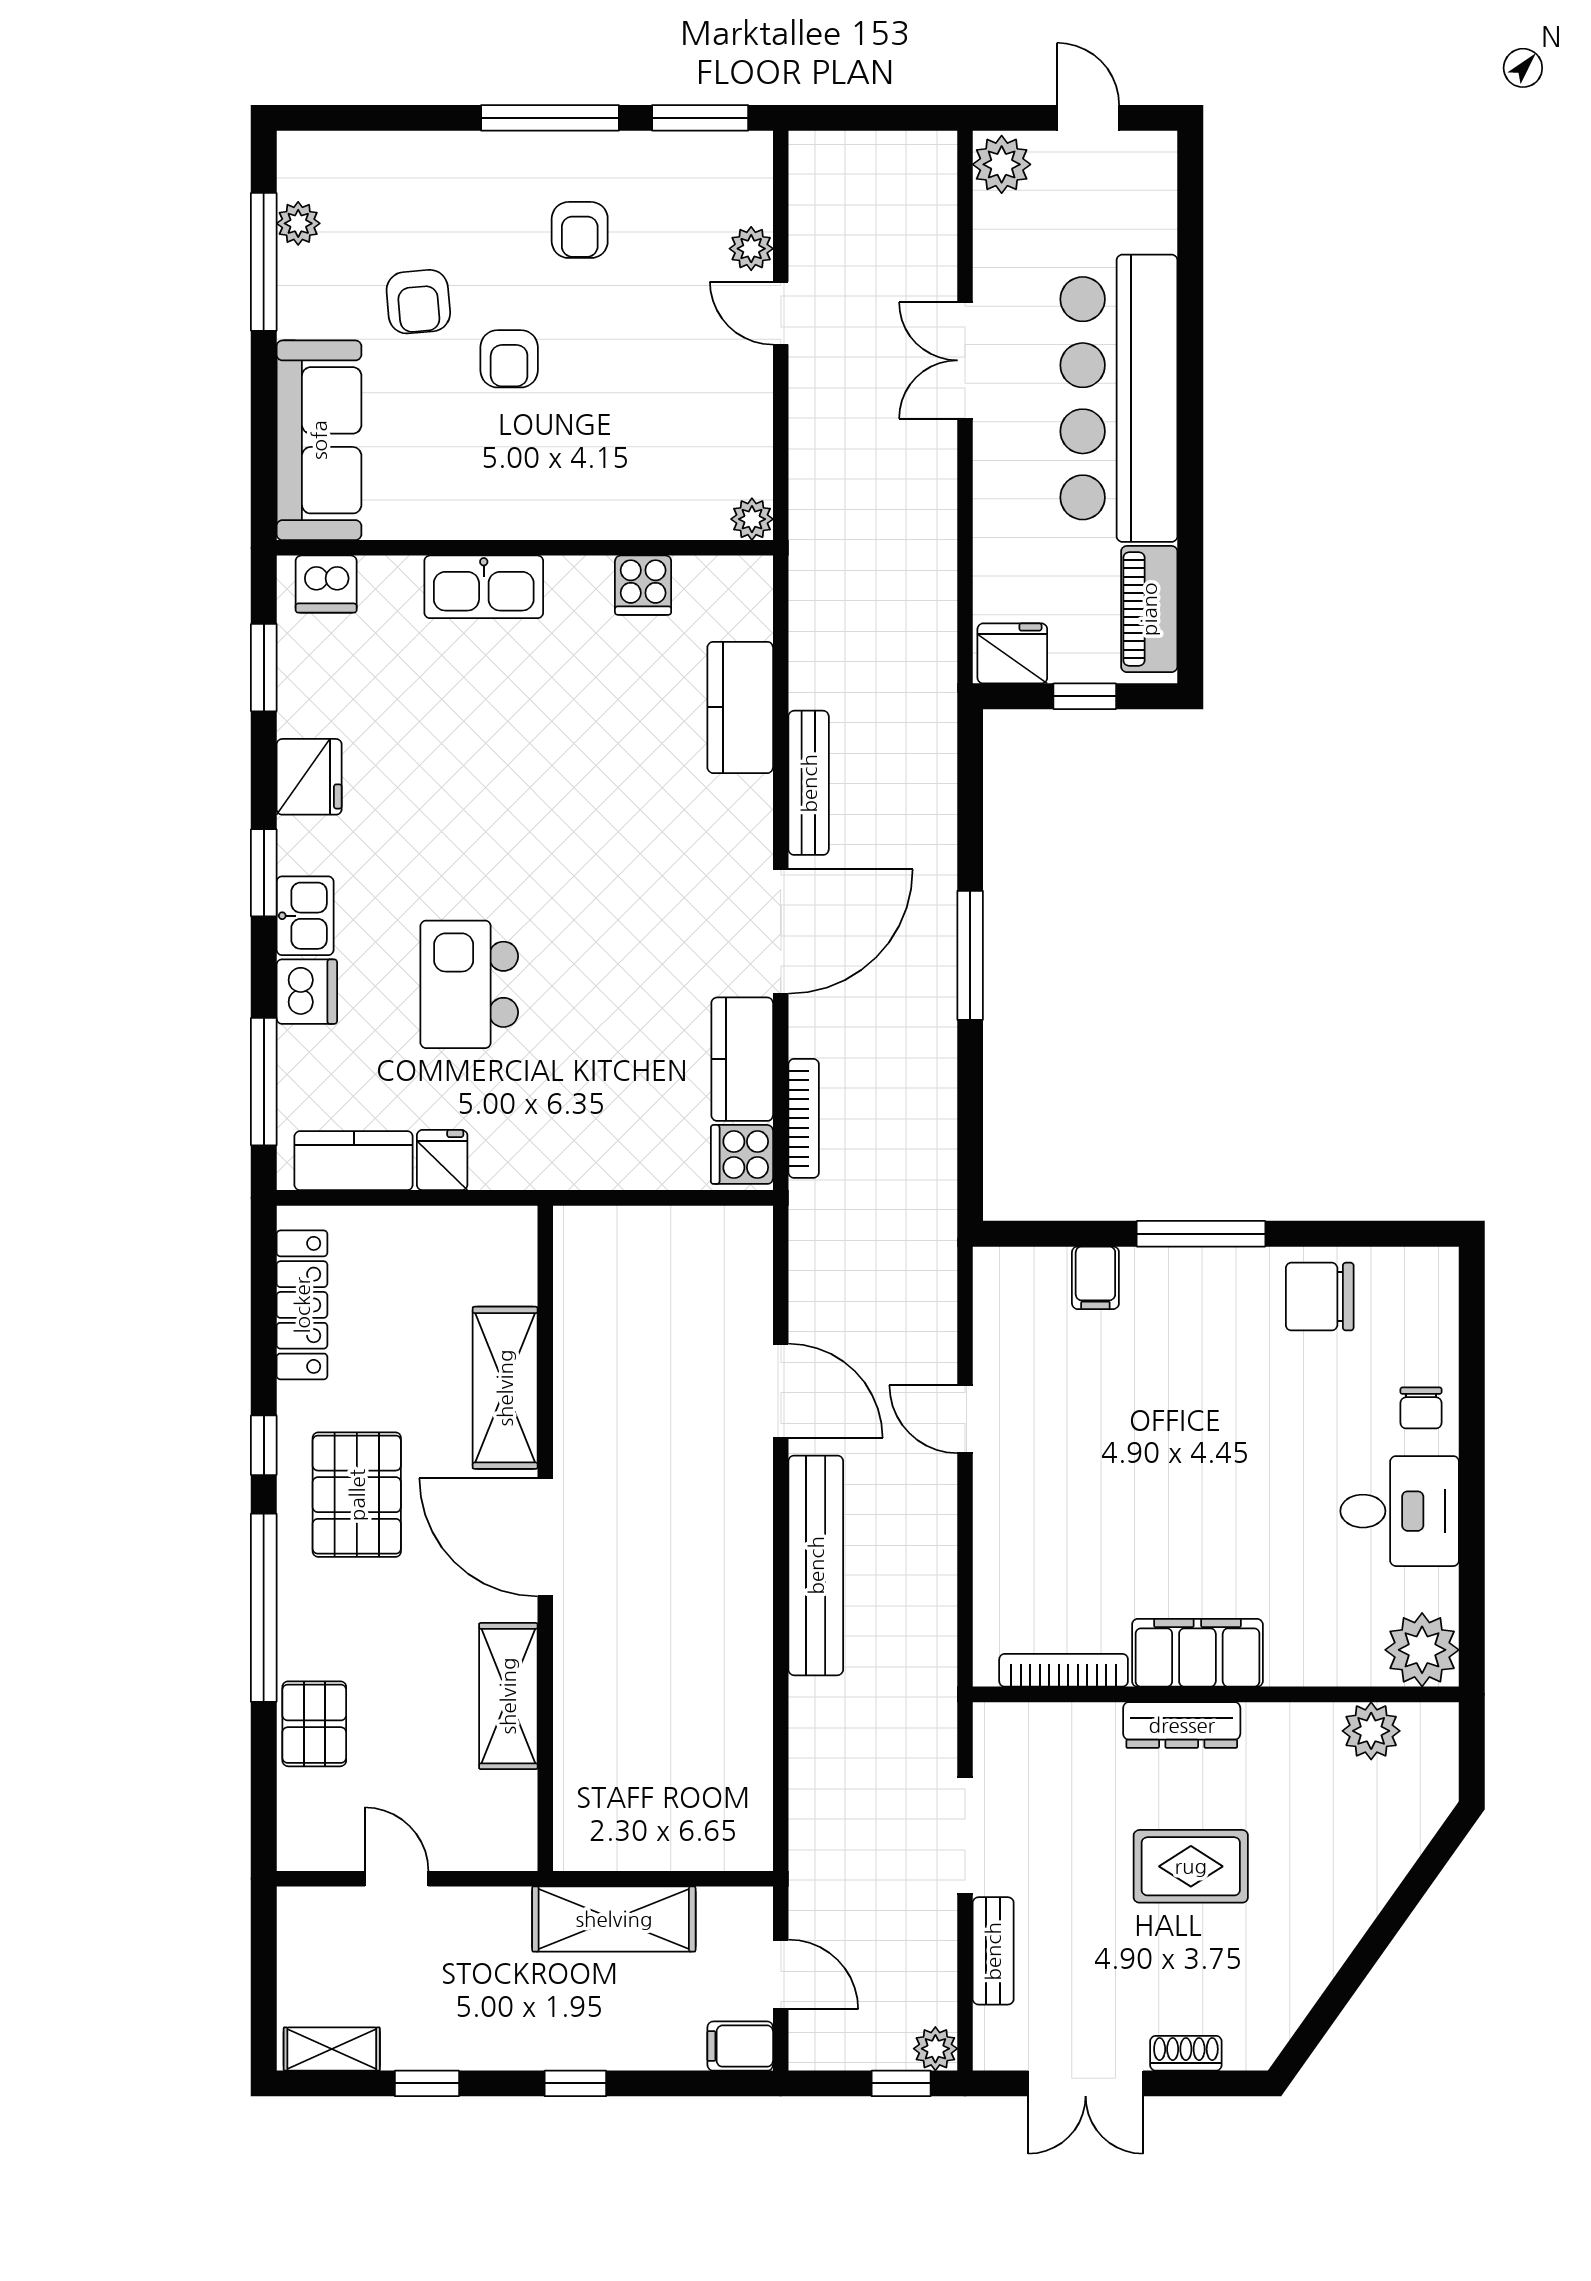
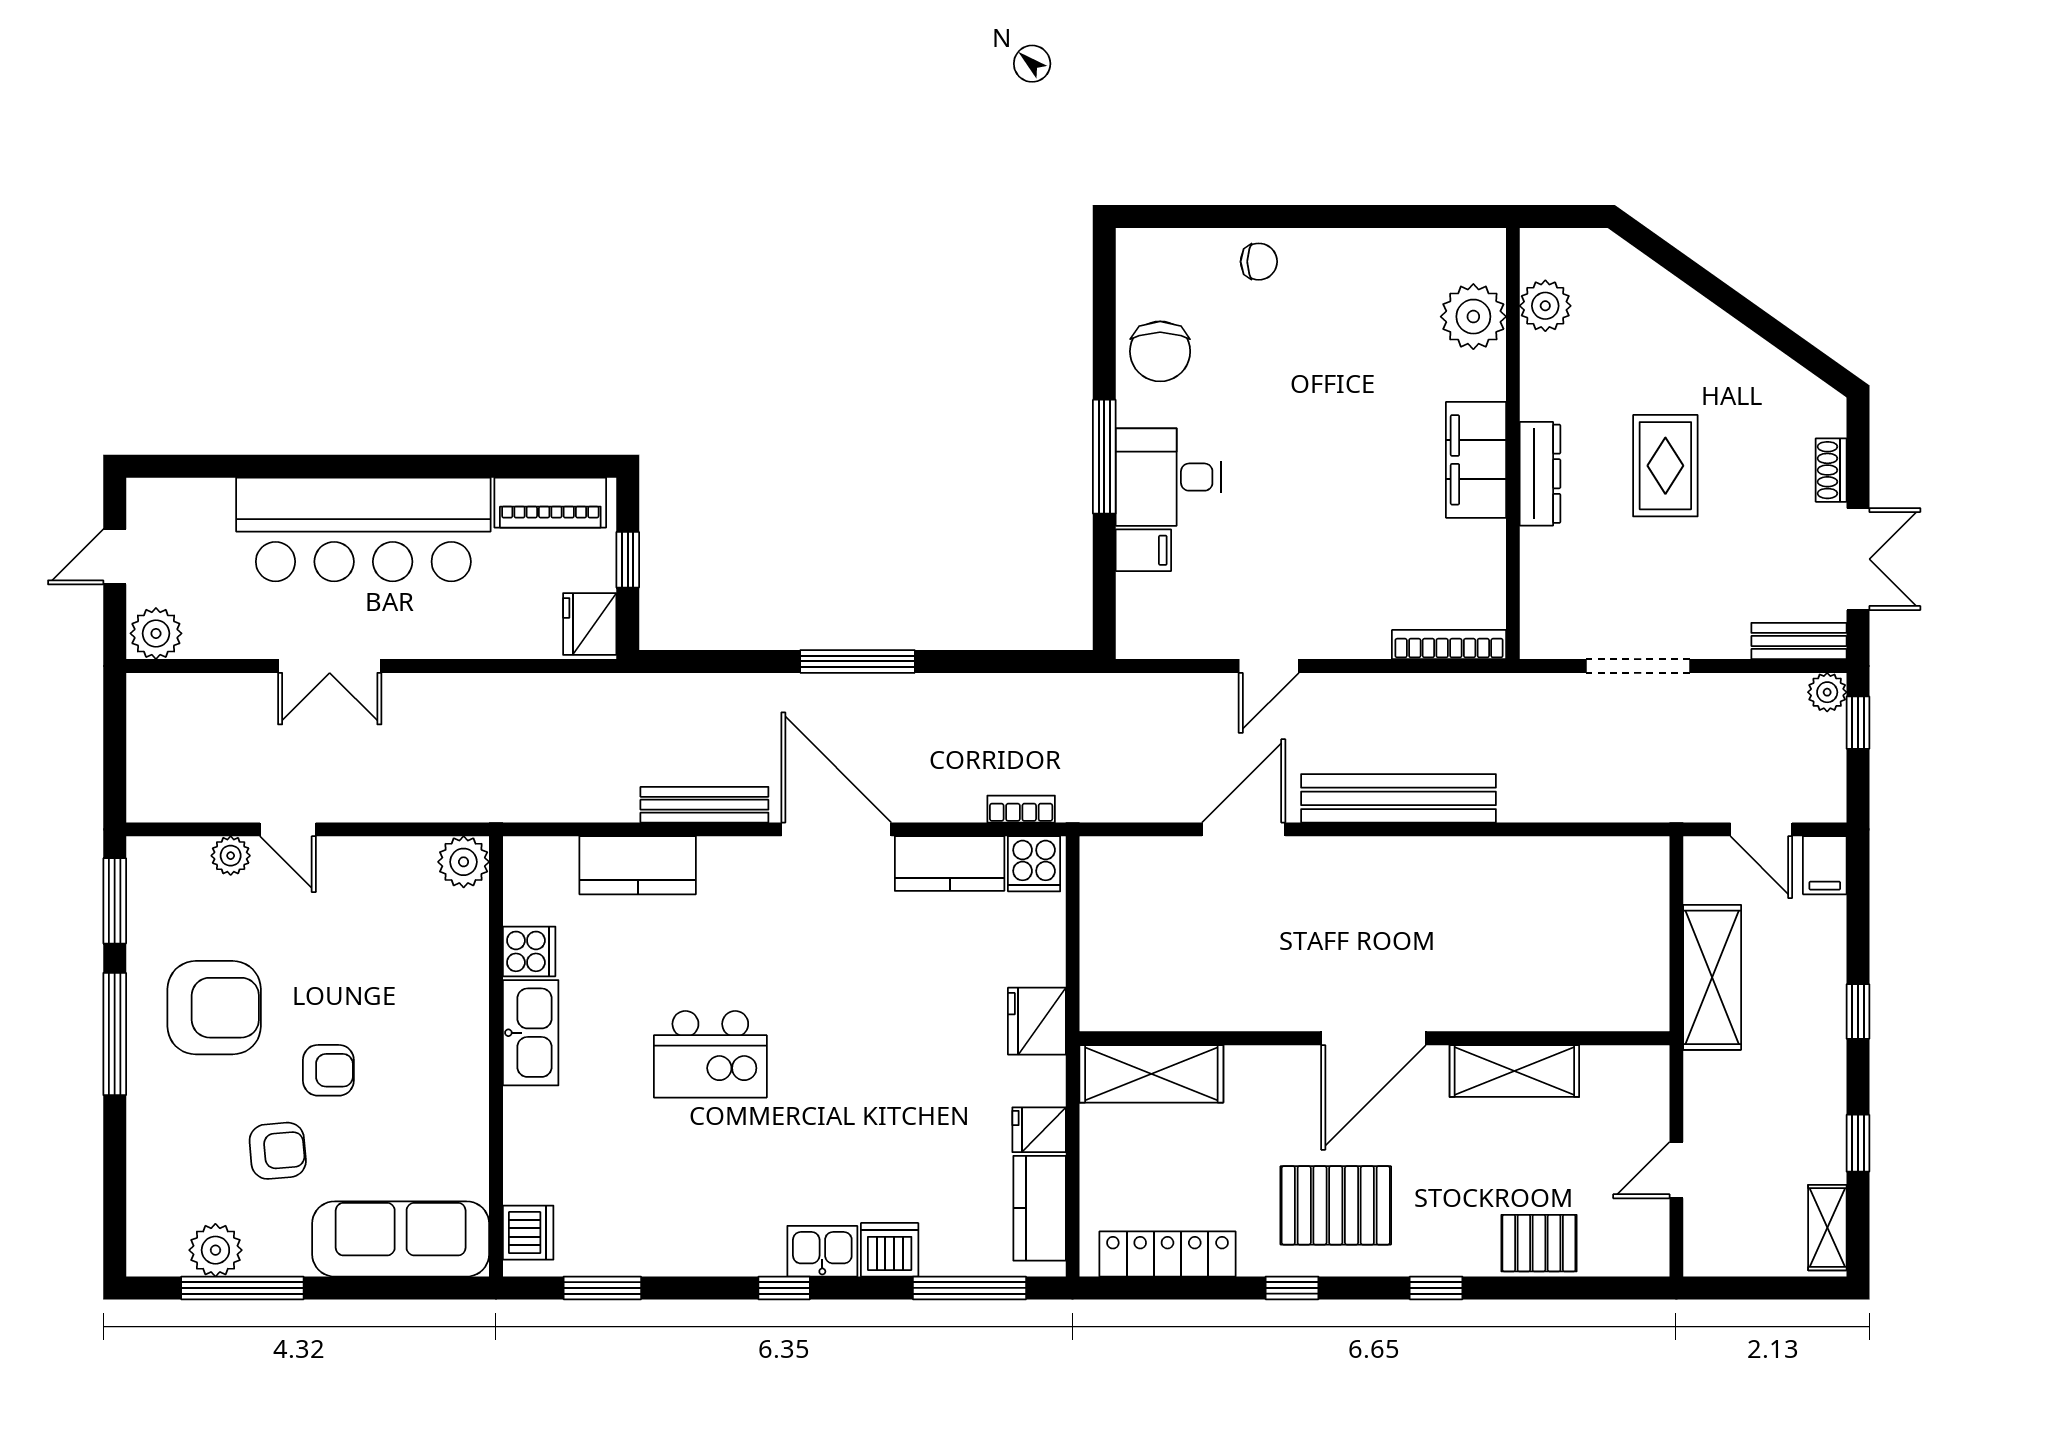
plant: (298, 223) -> (215, 1250), width x1.38, depth x1.38
armchair: (580, 230) -> (214, 1008), width x1.88, depth x1.88
door: (781, 313) -> (288, 829), hinge flipped
plant: (752, 519) -> (464, 862), width x1.38, depth x1.38
kitchen sink: (484, 587) -> (531, 1033), moved
fridge: (309, 777) -> (1037, 1021), moved, turned -90
window: (264, 873) -> (784, 1288), width x0.67
kitchen island: (469, 984) -> (710, 1054), moved
bookcase: (804, 1118) -> (1021, 809), width x0.64
shelving: (505, 1388) -> (1151, 1074), moved
desk: (1400, 1511) -> (1168, 477), moved, turned -90
window: (264, 1608) -> (1436, 1288), width x0.32
plant: (1422, 1650) -> (1473, 317), moved
bookcase: (1064, 1670) -> (1449, 645), moved, turned 90
bench: (993, 1951) -> (1799, 641), moved
door: (781, 1974) -> (1761, 829), swing flipped

